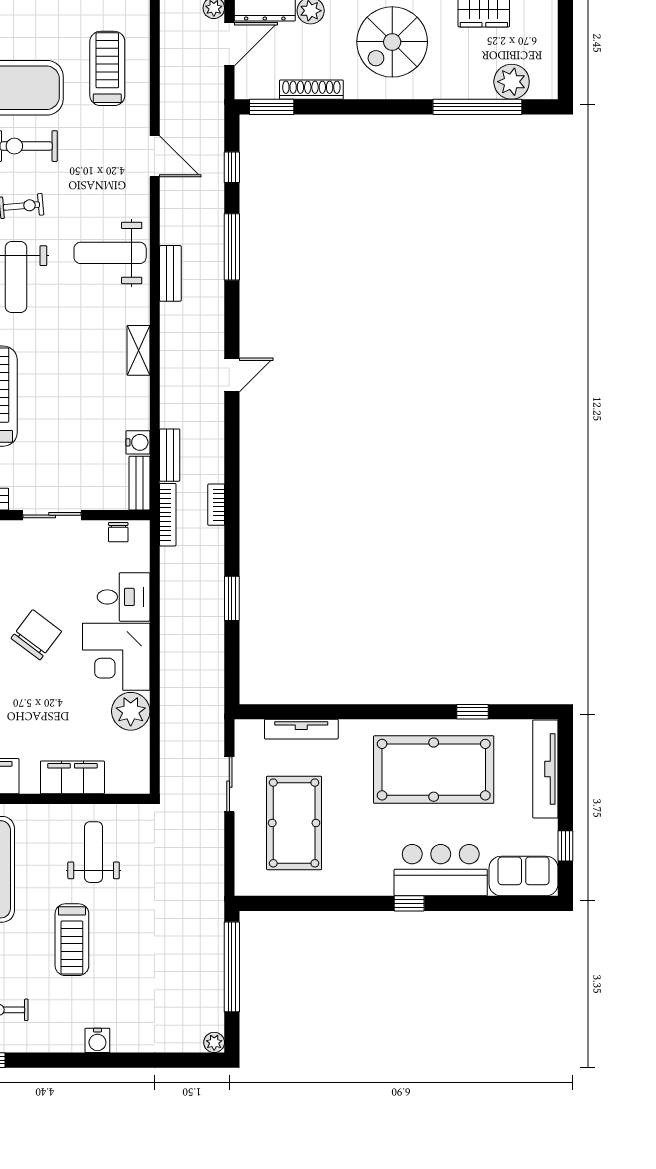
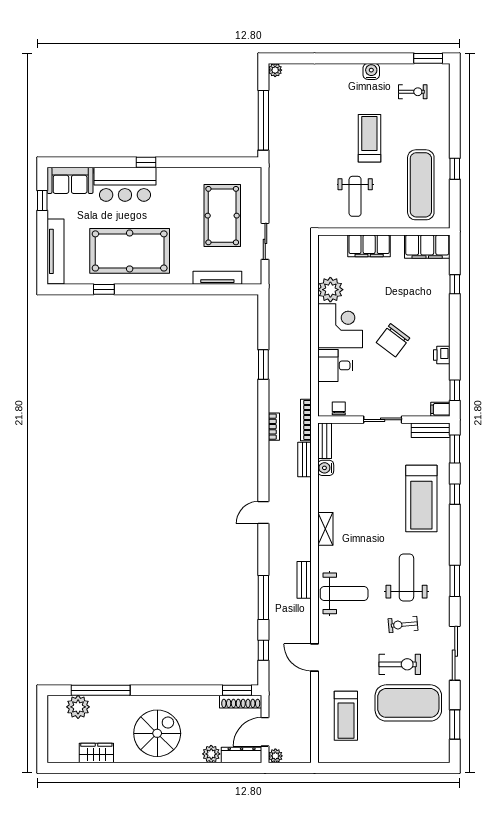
shoe rack: (311, 90) -> (241, 702), moved
water cooler: (97, 1040) -> (371, 71), moved

